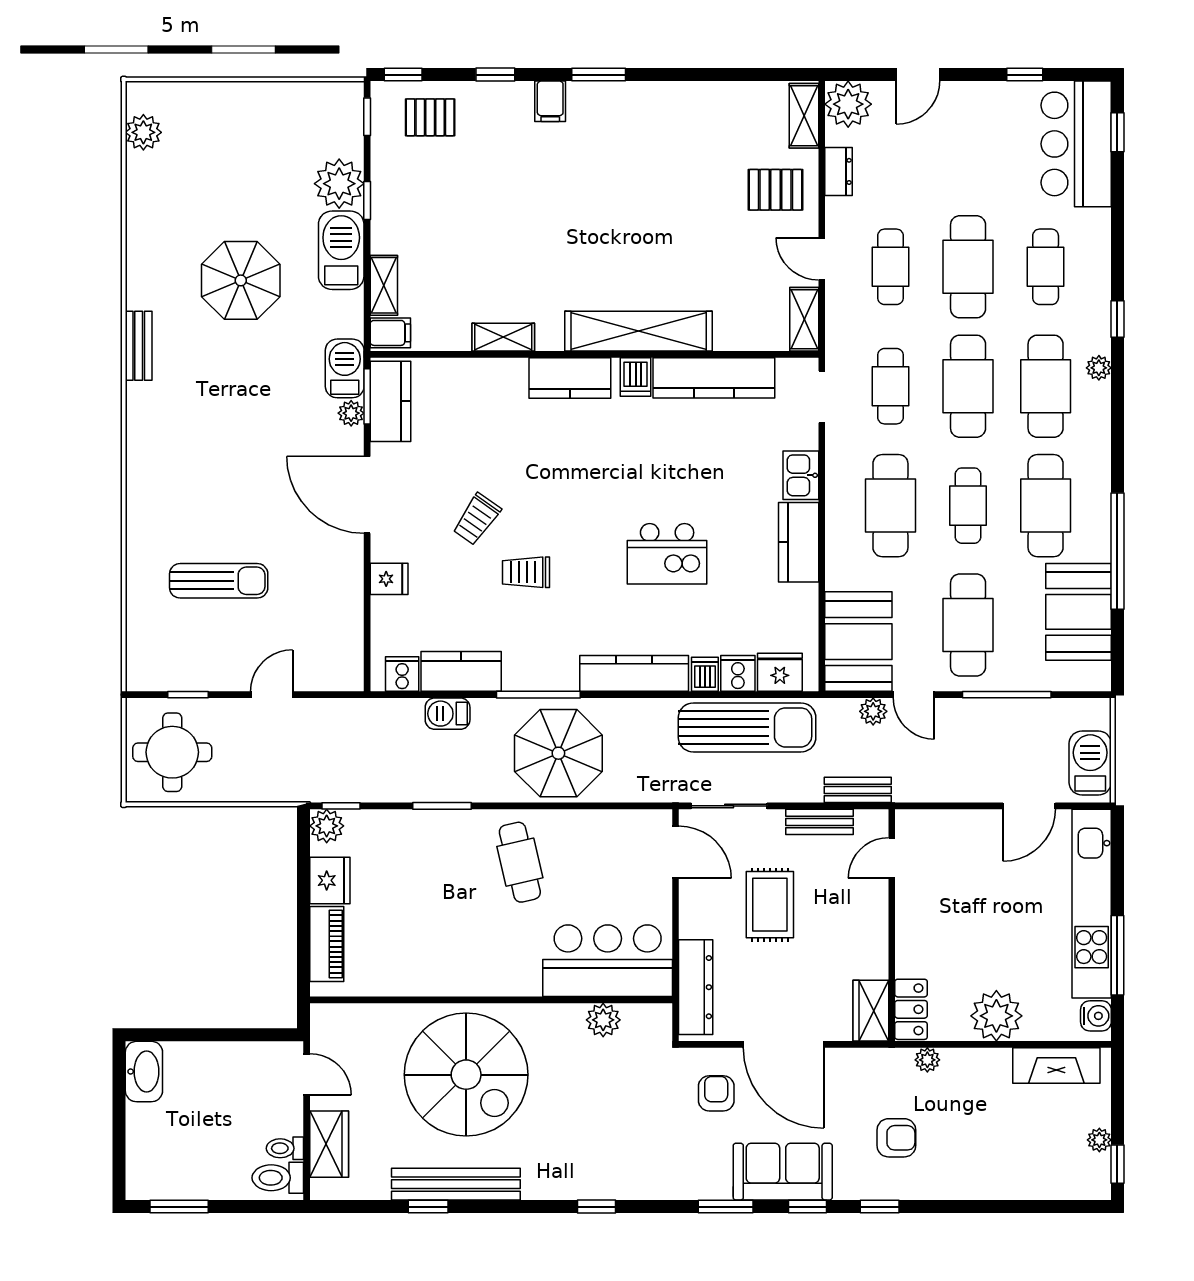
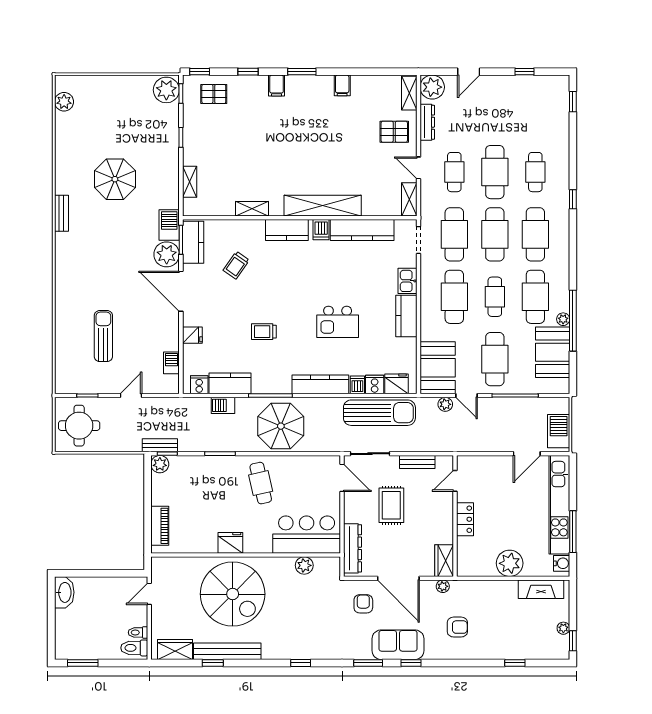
bar counter: (1076, 144) -> (551, 108), removed
dresser: (839, 171) -> (427, 122), width x1.44
plant: (339, 184) -> (166, 90), moved
barbecue: (341, 250) -> (171, 363), moved, width x0.53, depth x0.65
filing cabinet: (390, 333) -> (342, 85), moved, turned 90
plant: (1099, 368) -> (563, 319), moved
cafe table: (890, 386) -> (454, 234), width x1.37, depth x1.35
plant: (351, 413) -> (167, 254), width x1.87, depth x1.87
trolley: (477, 519) -> (236, 265), moved
sun lounger: (219, 581) -> (103, 336), turned -90
bench: (858, 790) -> (160, 445), moved
fridge: (330, 880) -> (230, 543), moved, turned -90
locker: (911, 1009) -> (465, 519), moved
plant: (927, 1060) -> (443, 586), moved
door: (307, 1074) -> (149, 594), swing flipped
wardrobe: (329, 1144) -> (175, 650), moved, turned -90
window: (880, 1207) -> (515, 663), moved

